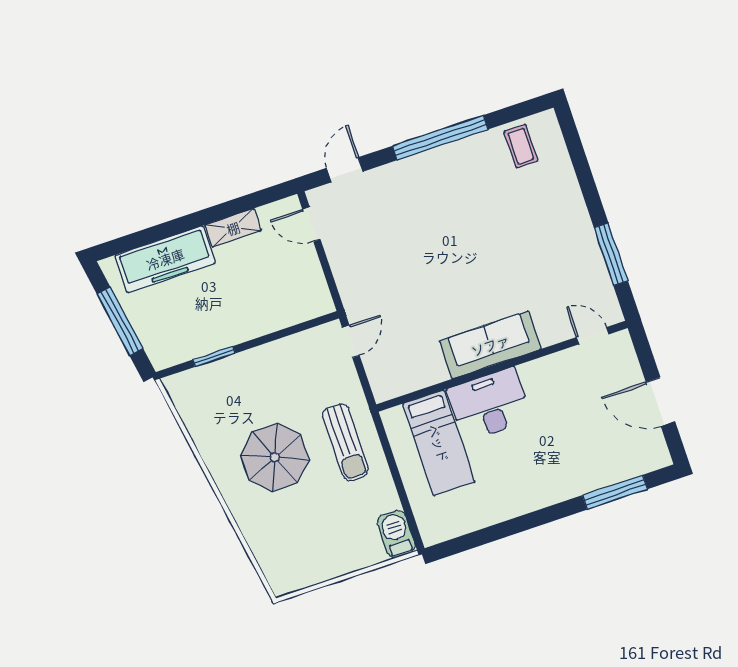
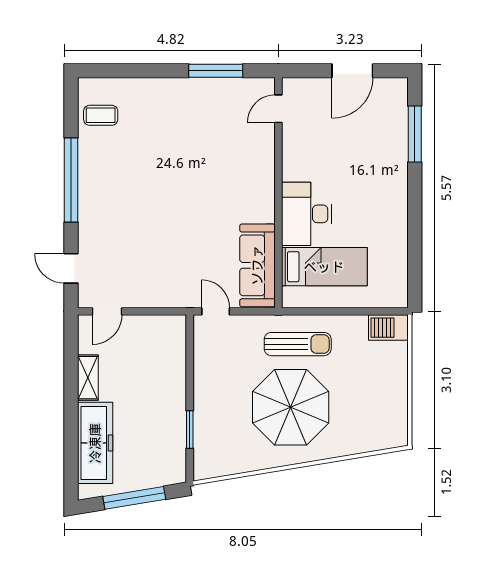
sofa: (490, 345) -> (257, 265), moved
parasol: (275, 457) -> (291, 407), width x1.36, depth x1.36

